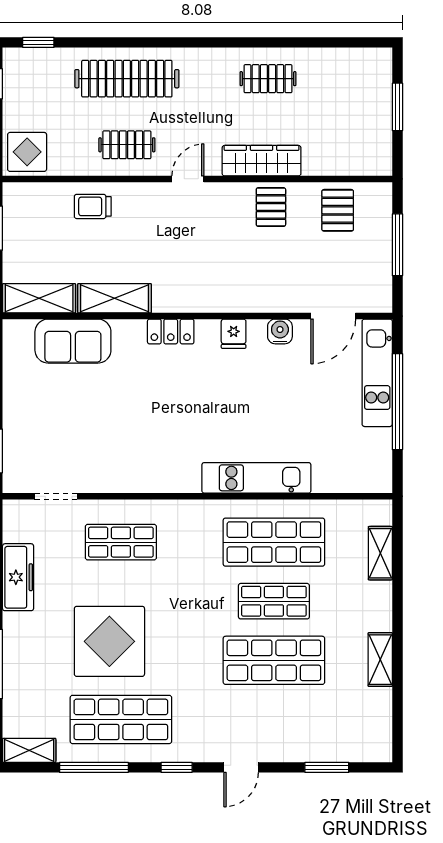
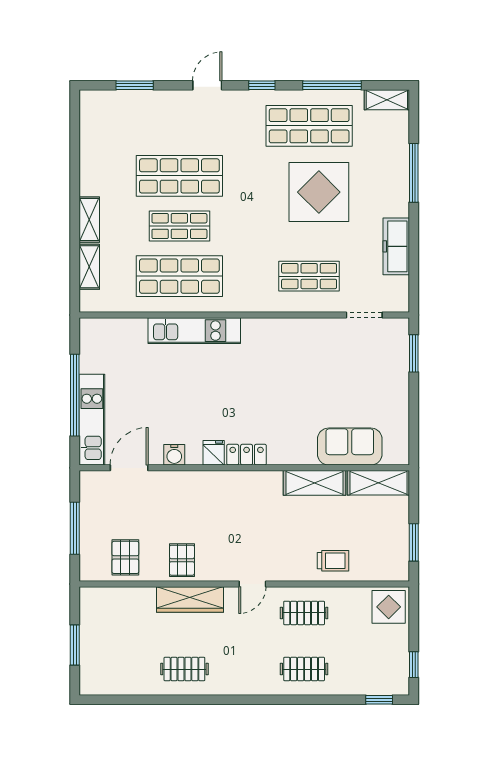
clothes rail: (127, 79) -> (304, 669), width x0.54, depth x0.76
locker: (171, 331) -> (247, 455), moved
shelving: (380, 660) -> (89, 220), moved

